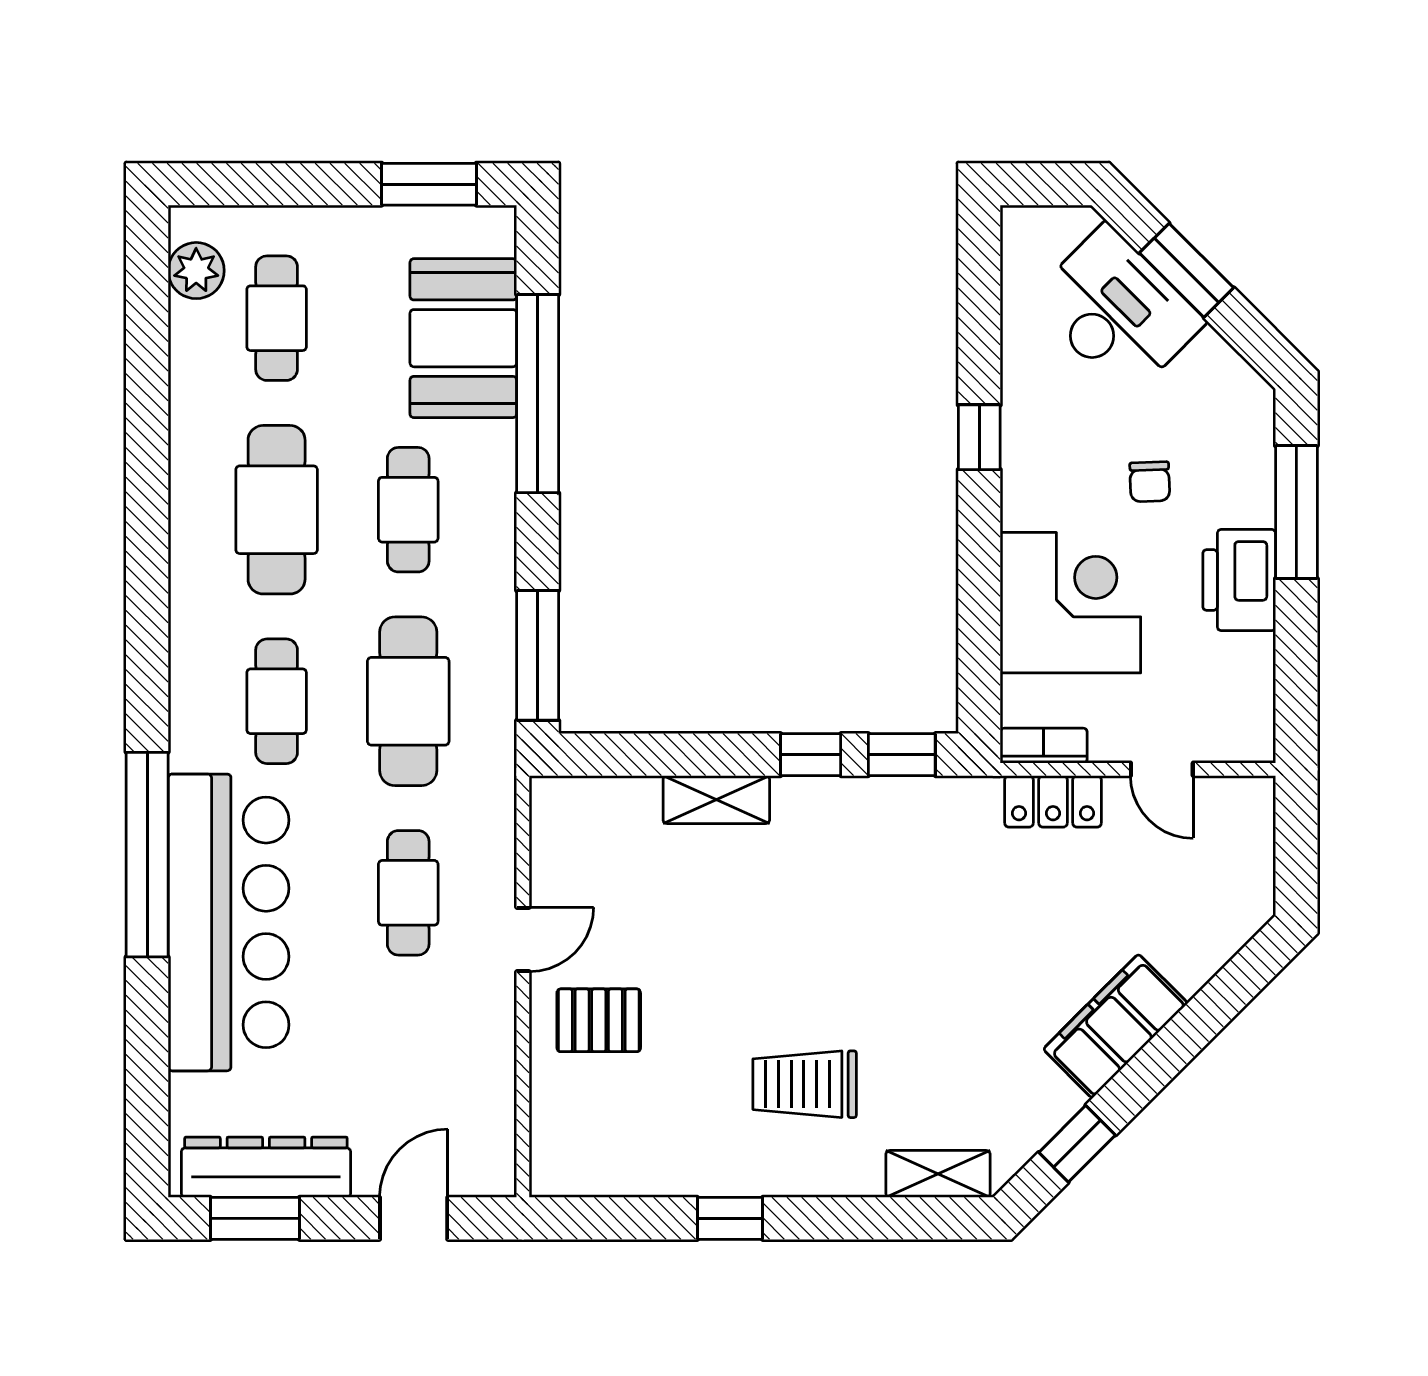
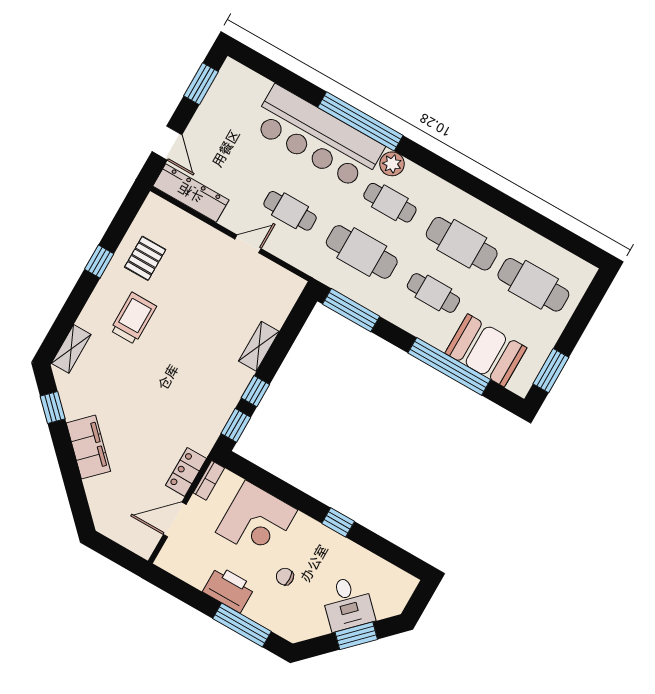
plant: (196, 271) -> (392, 164), moved
desk: (1117, 311) -> (348, 603), width x0.73
cafe table: (277, 318) -> (533, 285), width x1.37, depth x1.35
door: (1162, 769) -> (175, 520), width x1.38
door: (523, 939) -> (248, 244), swing flipped
pallet: (599, 1020) -> (145, 258), moved
dresser: (266, 1167) -> (191, 193), moved, turned -90

